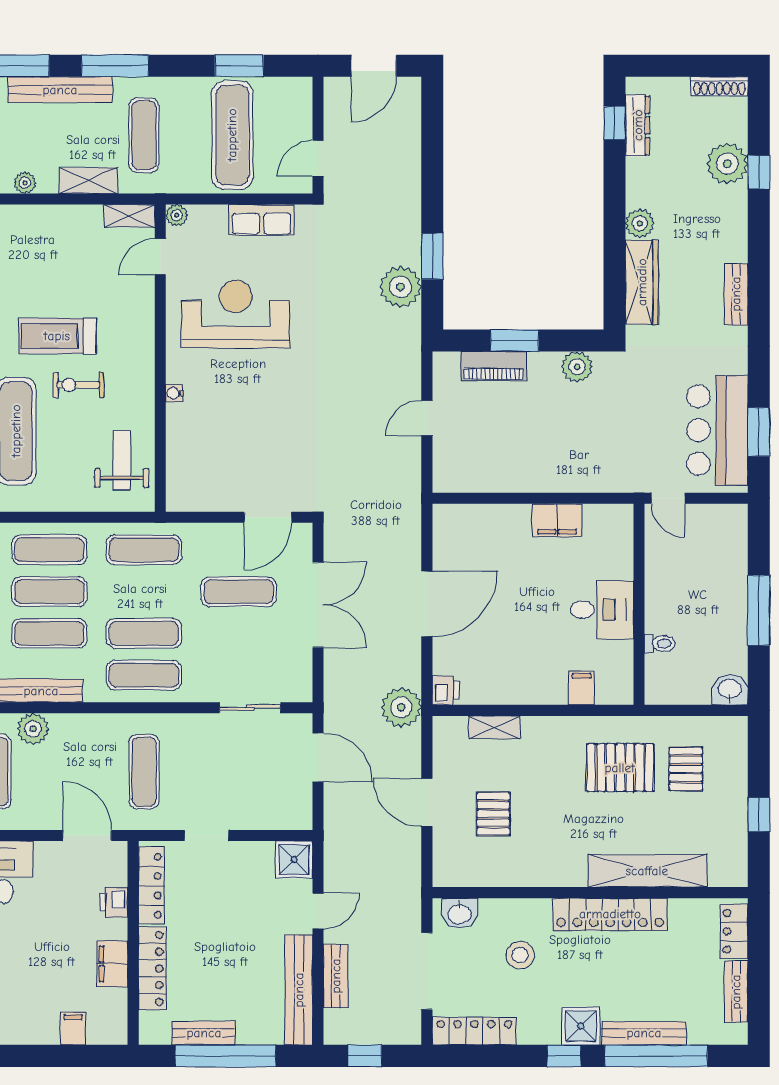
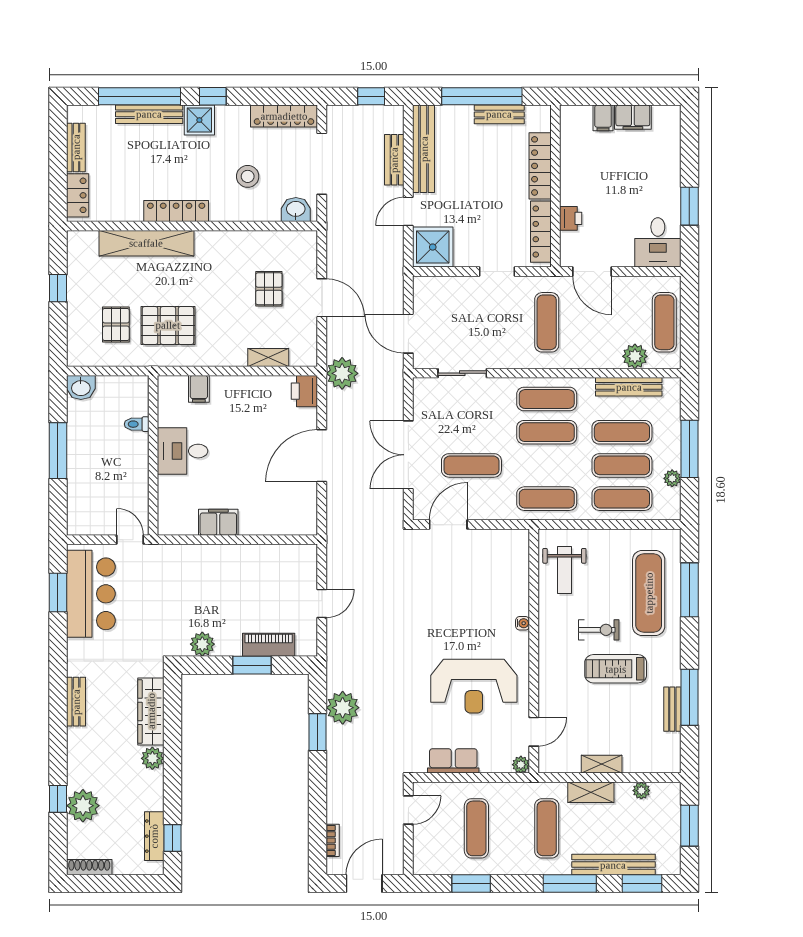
bookcase: (413, 120) -> (333, 840), added
exercise mat: (232, 135) -> (476, 828), width x0.73, depth x0.69
shelving: (129, 216) -> (602, 764), moved
treadmill: (57, 336) -> (616, 669), turned 180
printer: (446, 690) -> (304, 391), width x1.36, depth x1.24
shower: (294, 860) -> (433, 247), width x1.36, depth x1.36
locker: (610, 914) -> (176, 211), width x0.71, depth x0.83
filing cabinet: (112, 964) -> (633, 117), moved, turned 90

